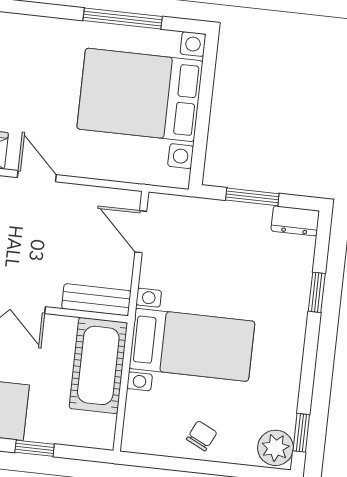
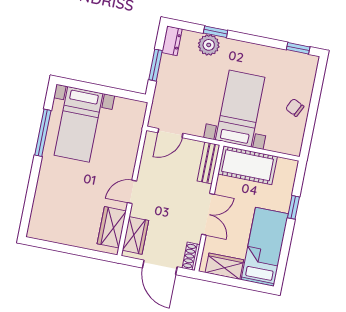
bed with nightstands: (140, 95) -> (79, 124), width x0.73
plant: (275, 448) -> (209, 45), moved

